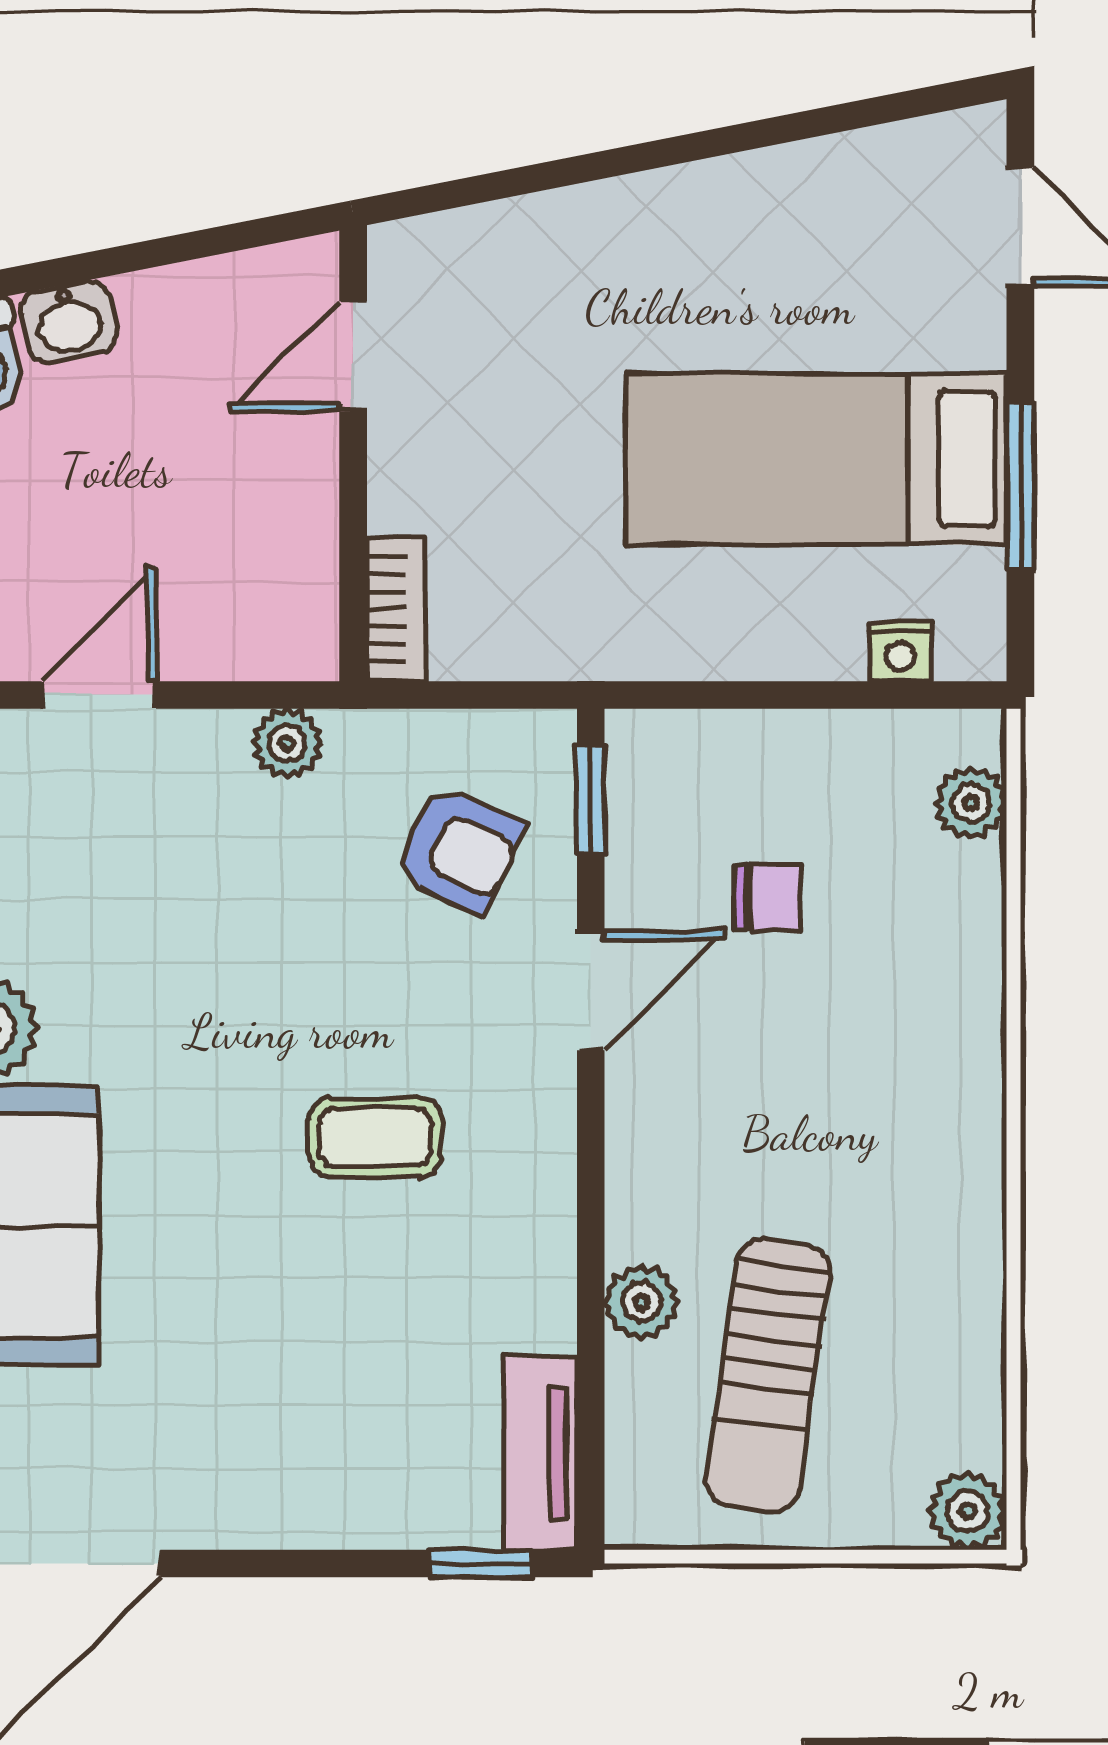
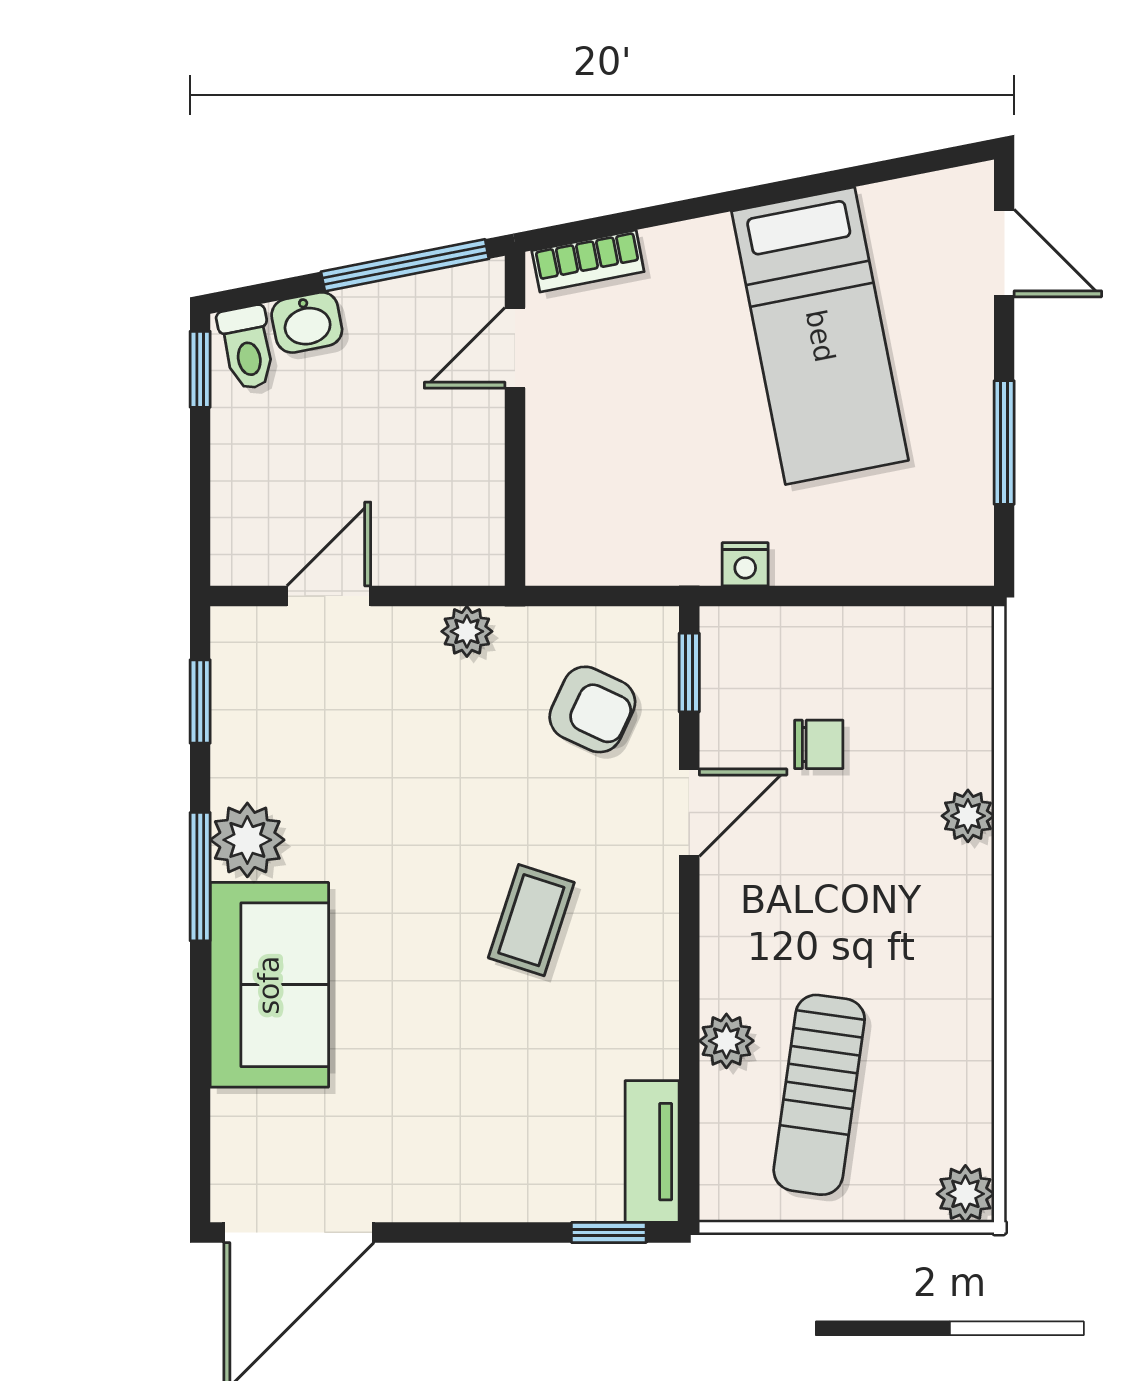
window: (203, 244) -> (405, 265), added
bed: (816, 459) -> (820, 336), moved, turned -101
bookcase: (396, 609) -> (588, 261), moved, turned 79
nightstand: (900, 652) -> (745, 564), moved
plant: (971, 803) -> (968, 816), moved
coffee table: (375, 1137) -> (531, 920), turned -72

